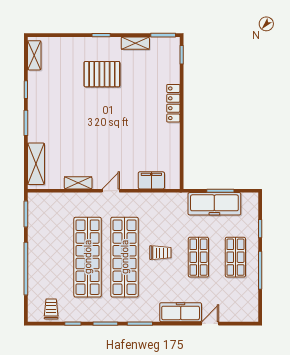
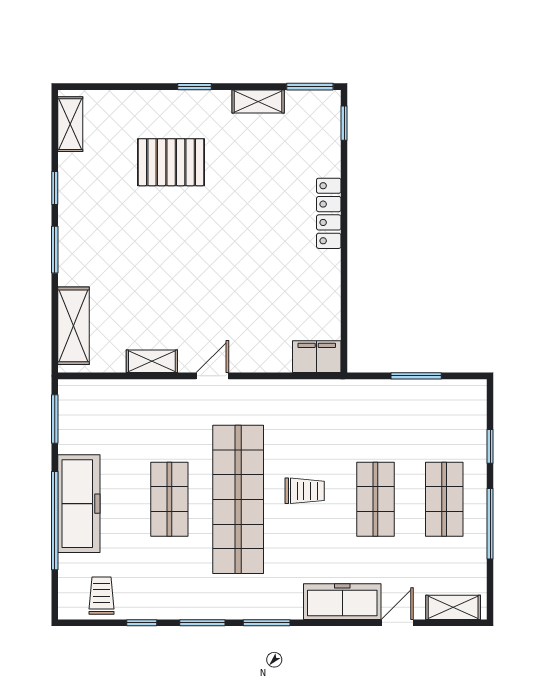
pallet: (102, 74) -> (171, 162), moved
filing cabinet: (151, 180) -> (317, 357), moved
freezer: (214, 204) -> (79, 504), moved, turned -90
shop shelf: (88, 257) -> (169, 499), width x0.50, depth x0.74
shelving: (240, 315) -> (453, 607), added

